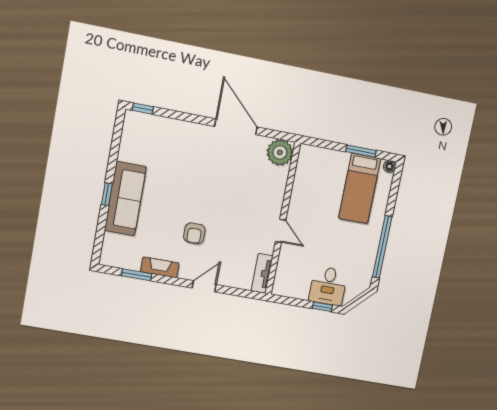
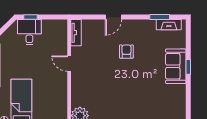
sofa: (125, 199) -> (176, 66), width x0.73
fireplace: (160, 267) -> (169, 25), moved

